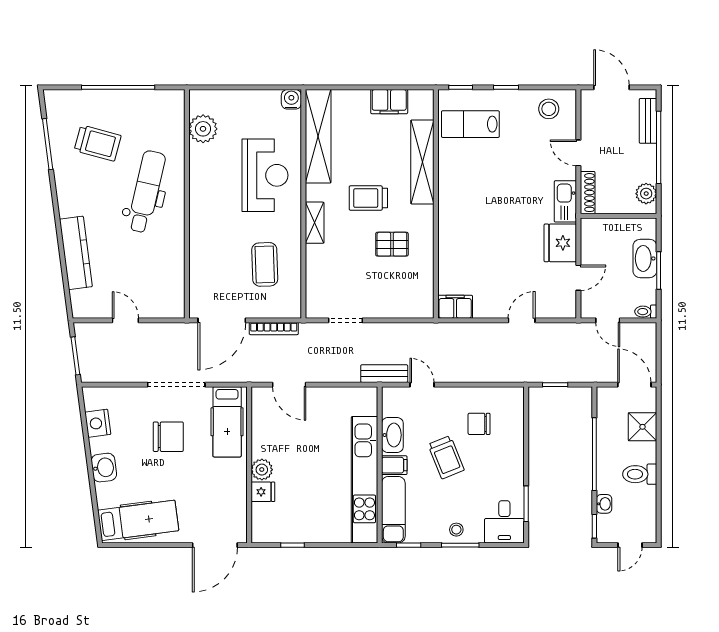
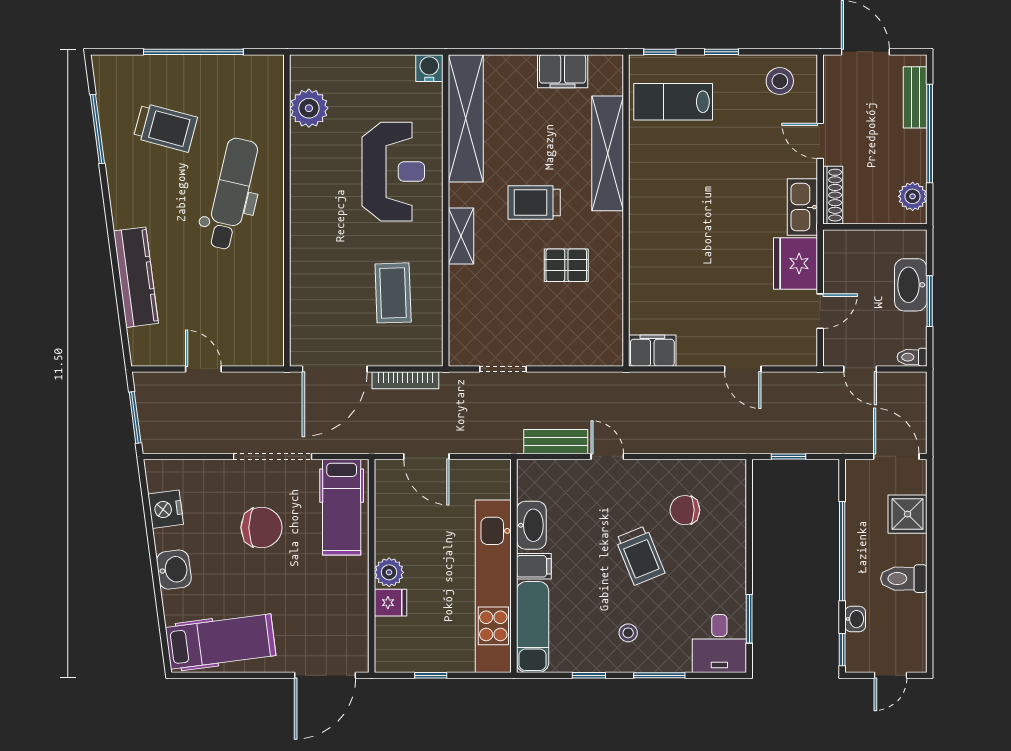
door: (522, 320) -> (743, 369), swing flipped
washbasin: (392, 435) -> (531, 525), moved
wall: (380, 465) -> (514, 566), moved
filing cabinet: (394, 465) -> (534, 566), moved
kitchen unit: (364, 480) -> (493, 586), moved
exam couch: (393, 510) -> (533, 627), moved
stool: (456, 530) -> (628, 633), moved

